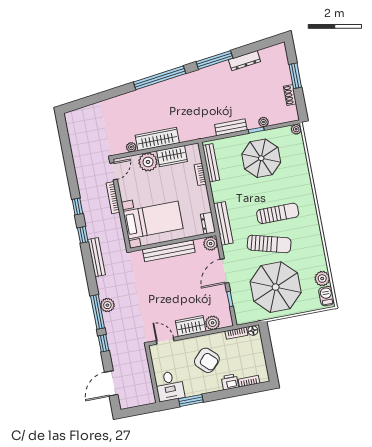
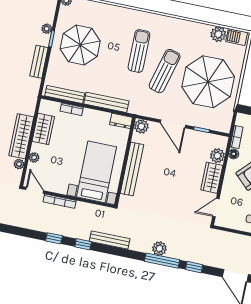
plant: (148, 162) -> (34, 157), width x0.53, depth x0.53
bench: (223, 223) -> (106, 102), moved
floor lamp: (253, 331) -> (234, 154), moved

